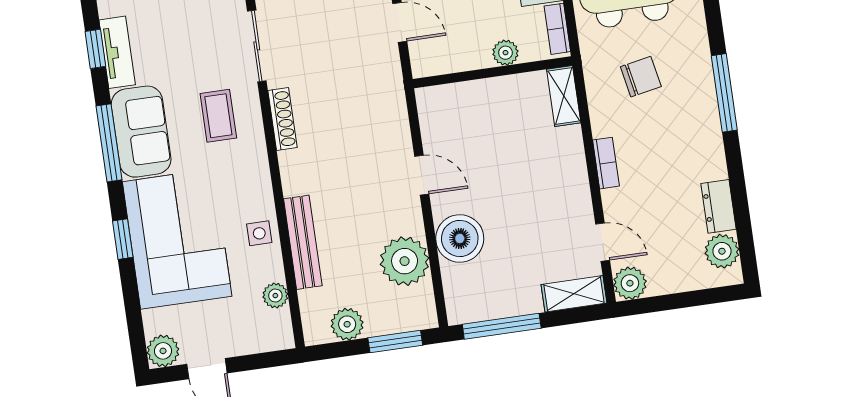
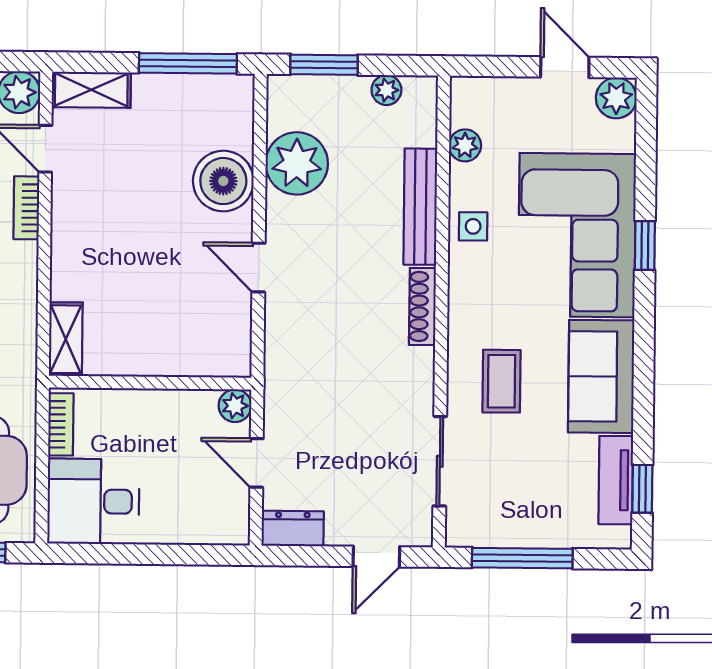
plant: (505, 53) -> (235, 406), moved
shoe rack: (283, 119) -> (422, 307), moved
window: (109, 143) -> (644, 369), removed
bookcase: (606, 163) -> (26, 208), moved
plant: (347, 324) -> (386, 90), width x0.73, depth x0.73

